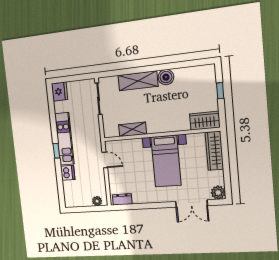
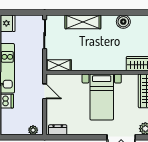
boiler: (166, 77) -> (123, 22), moved
shelving: (133, 129) -> (59, 65), moved

